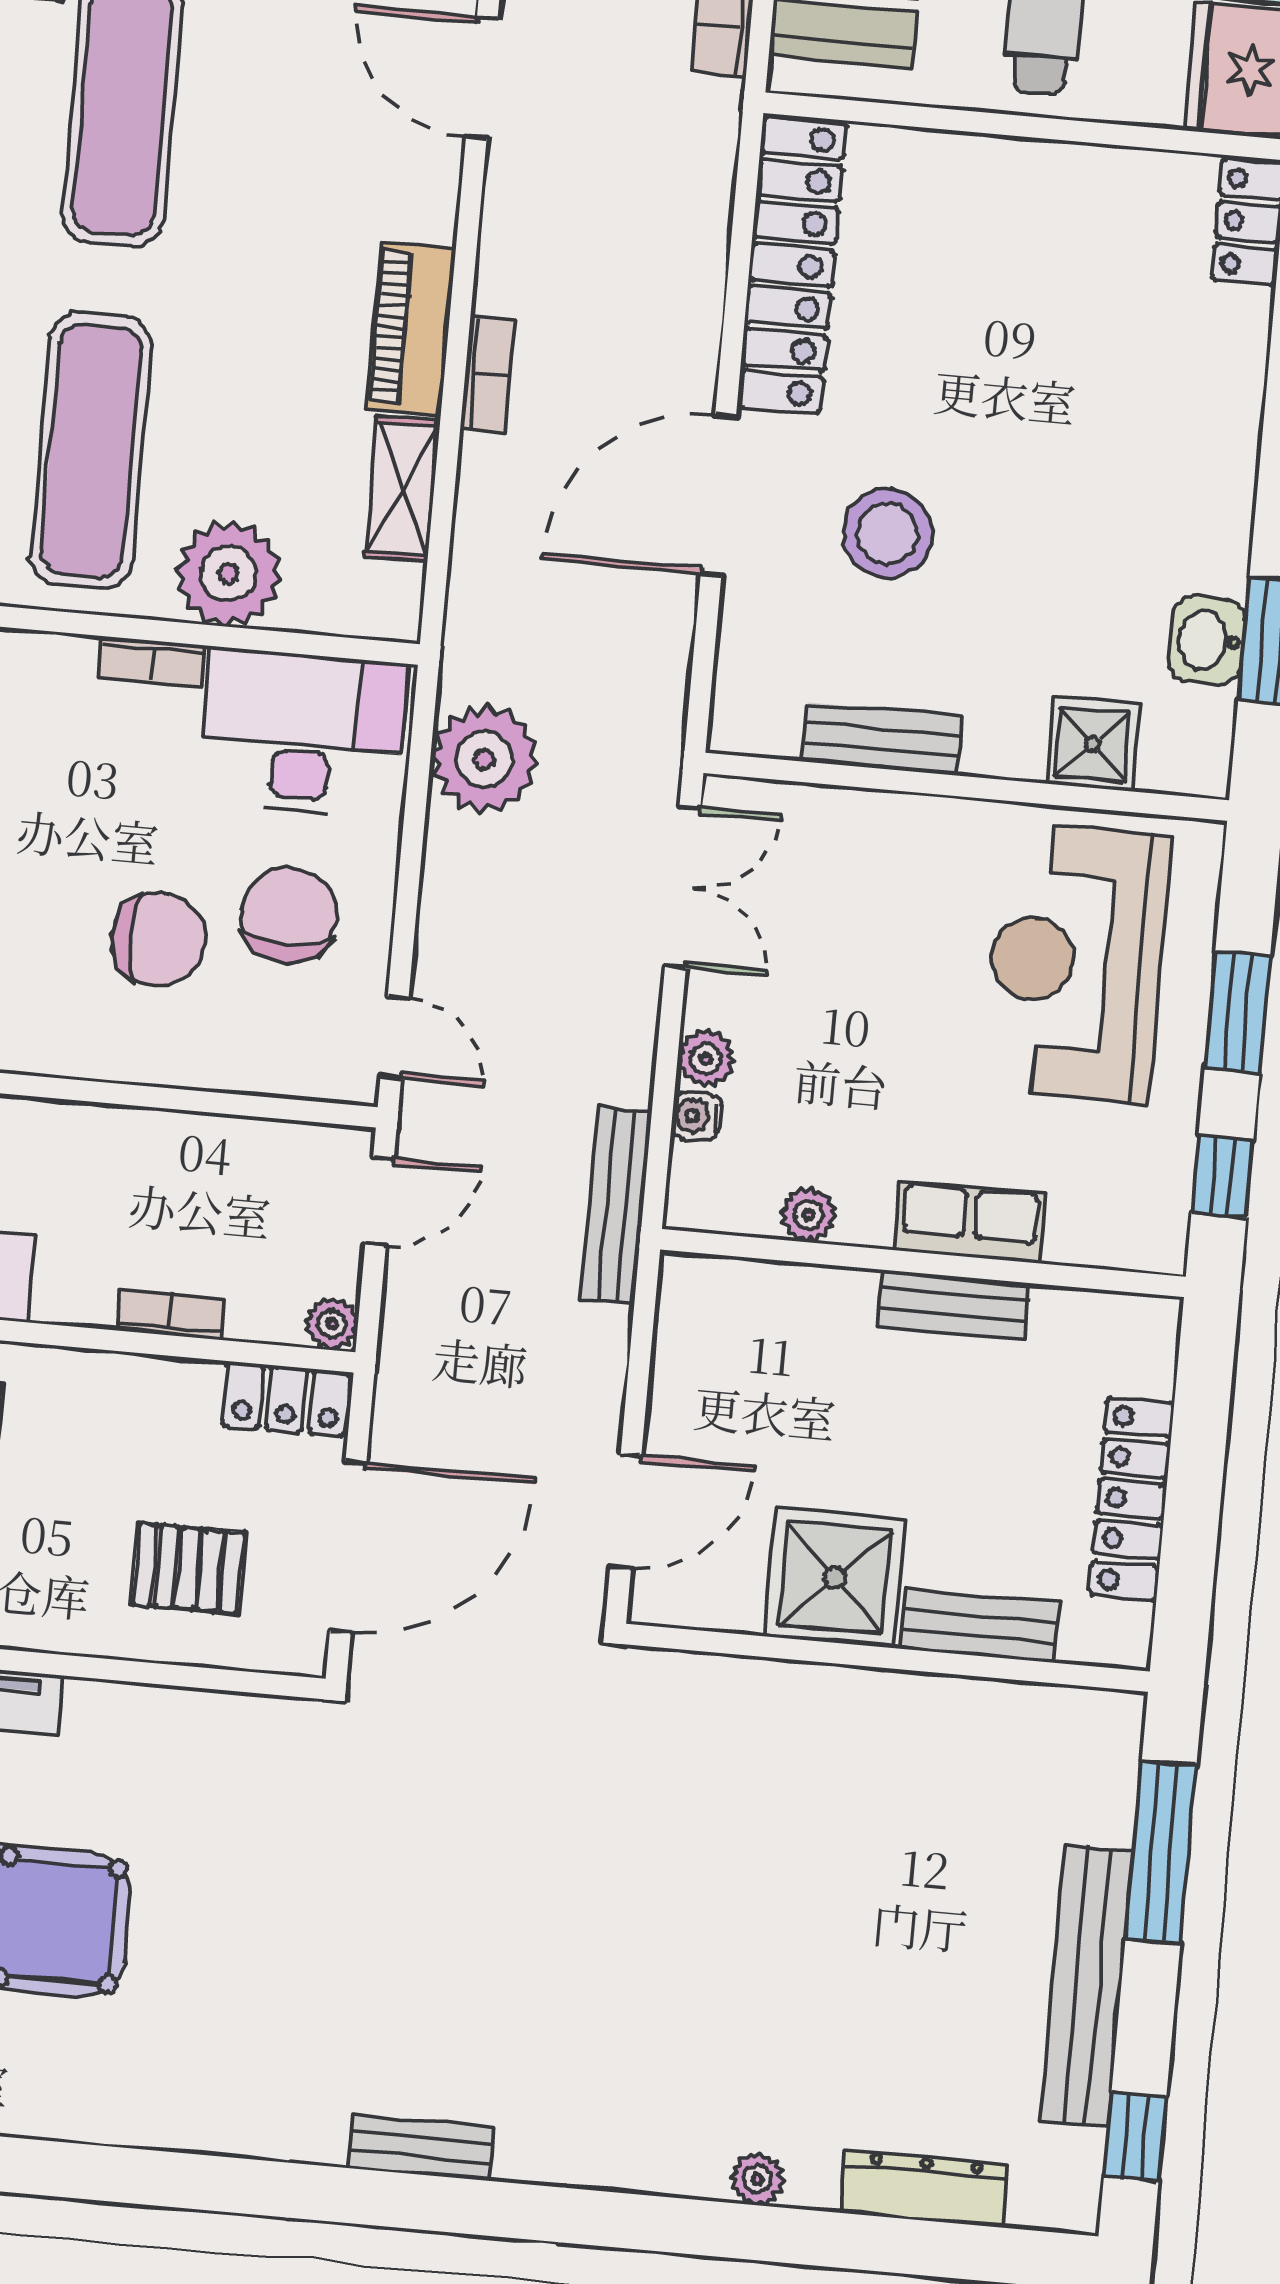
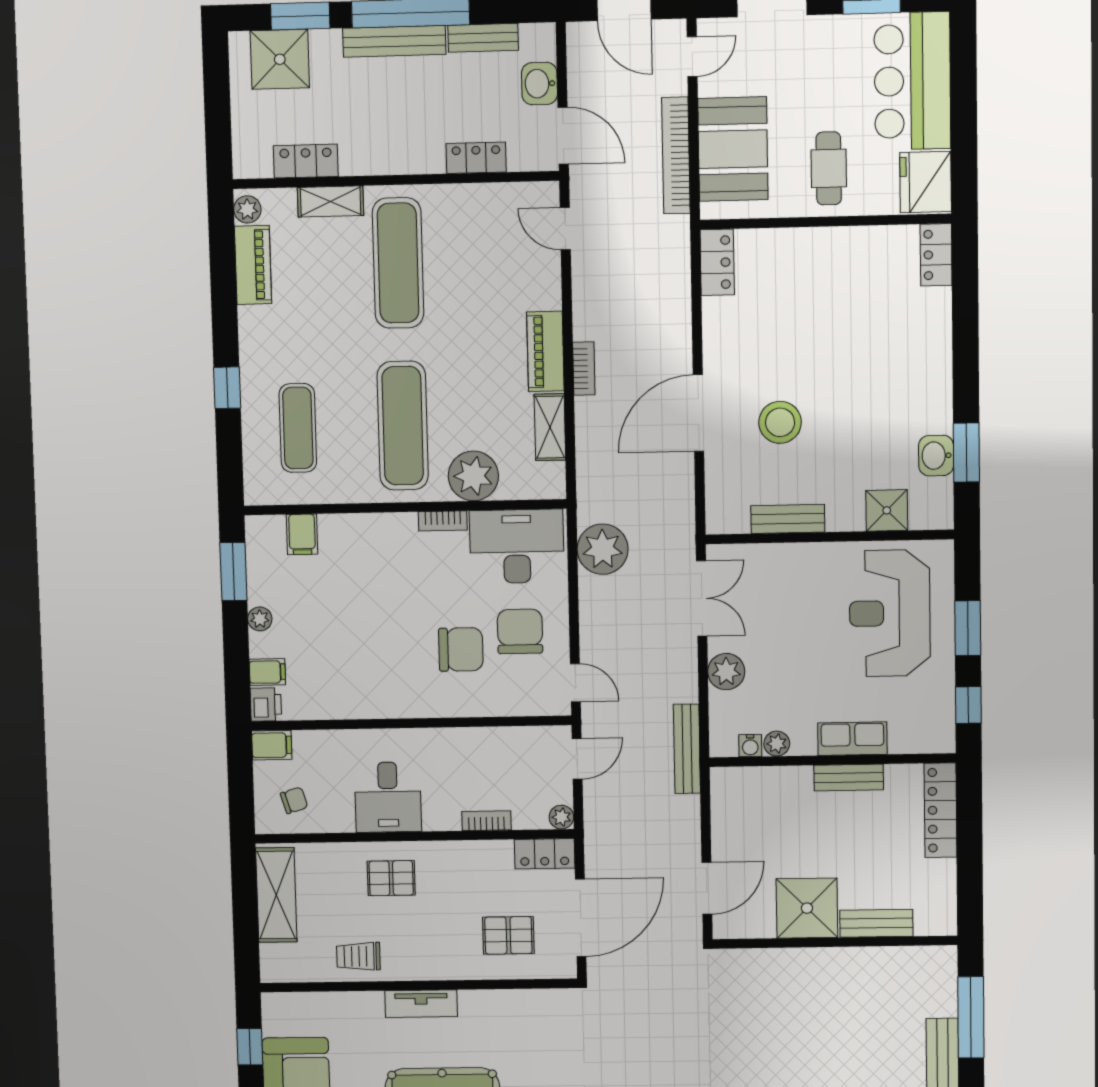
door: (482, 78) -> (565, 229), width x0.73
locker: (792, 265) -> (717, 262), width x0.46, depth x0.83
plant: (706, 1059) -> (726, 672), width x1.38, depth x1.38
water cooler: (696, 1116) -> (750, 746), moved, turned -90
locker: (1132, 1499) -> (940, 810), moved

